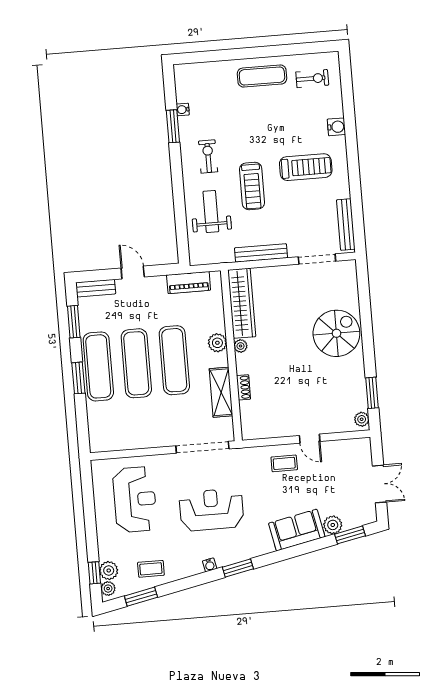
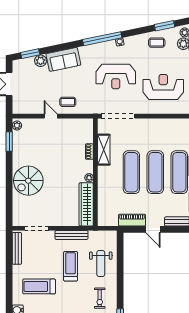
treadmill: (252, 186) -> (71, 266), moved
piano: (189, 283) -> (132, 220), moved
plant: (217, 343) -> (103, 181), removed
reception desk: (135, 499) -> (163, 87), turned 90
window: (238, 568) -> (102, 39), width x2.11

